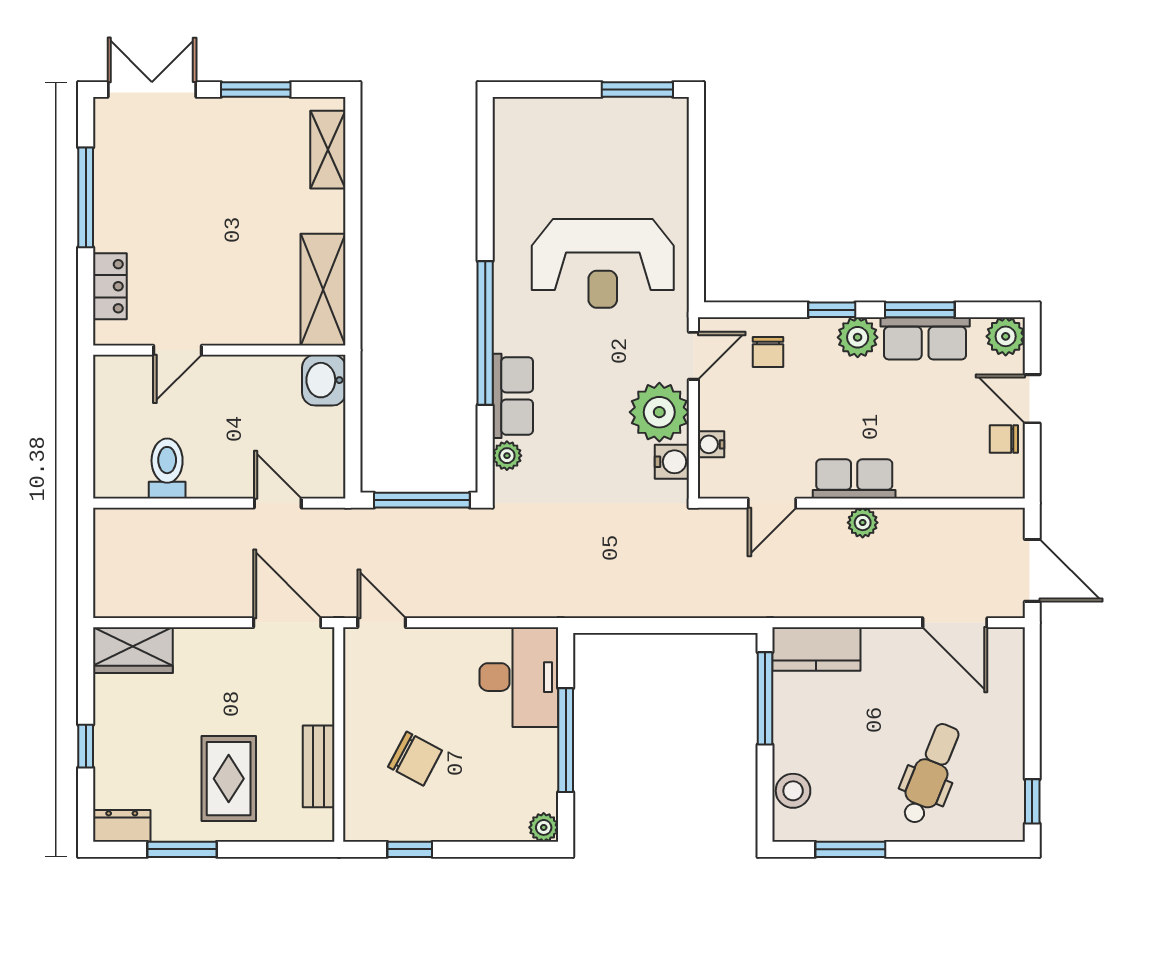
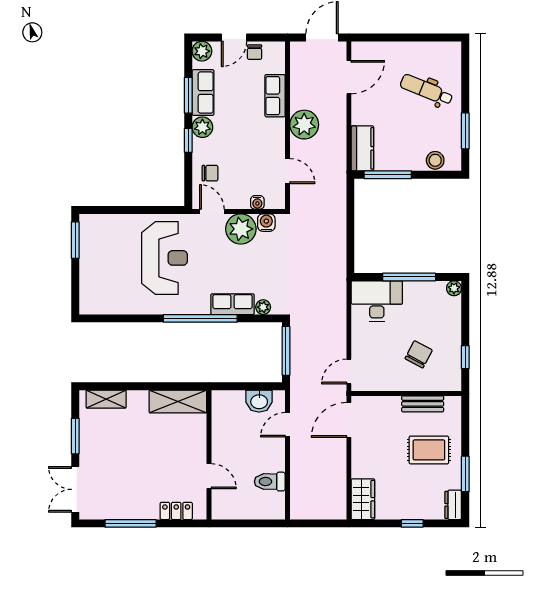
washbasin: (324, 380) -> (259, 401), moved
row of seats: (854, 479) -> (275, 96), moved
plant: (863, 523) -> (304, 125), width x1.88, depth x1.88
window: (1032, 801) -> (441, 38), removed

